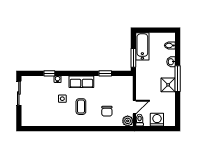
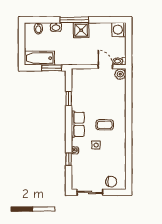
chair: (107, 111) -> (111, 182), moved
washing machine: (157, 120) -> (119, 30), moved

